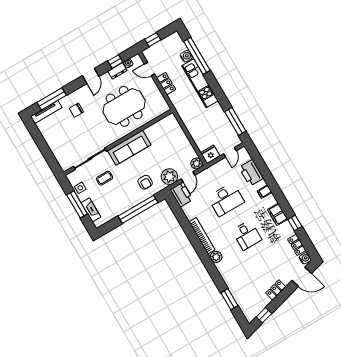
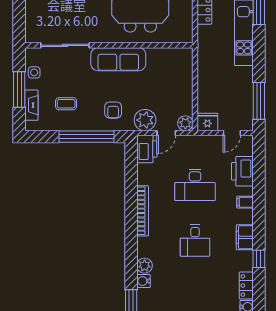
coffee table: (104, 178) -> (66, 104), moved
plant: (216, 257) -> (145, 266), moved
water cooler: (229, 281) -> (143, 281), added

